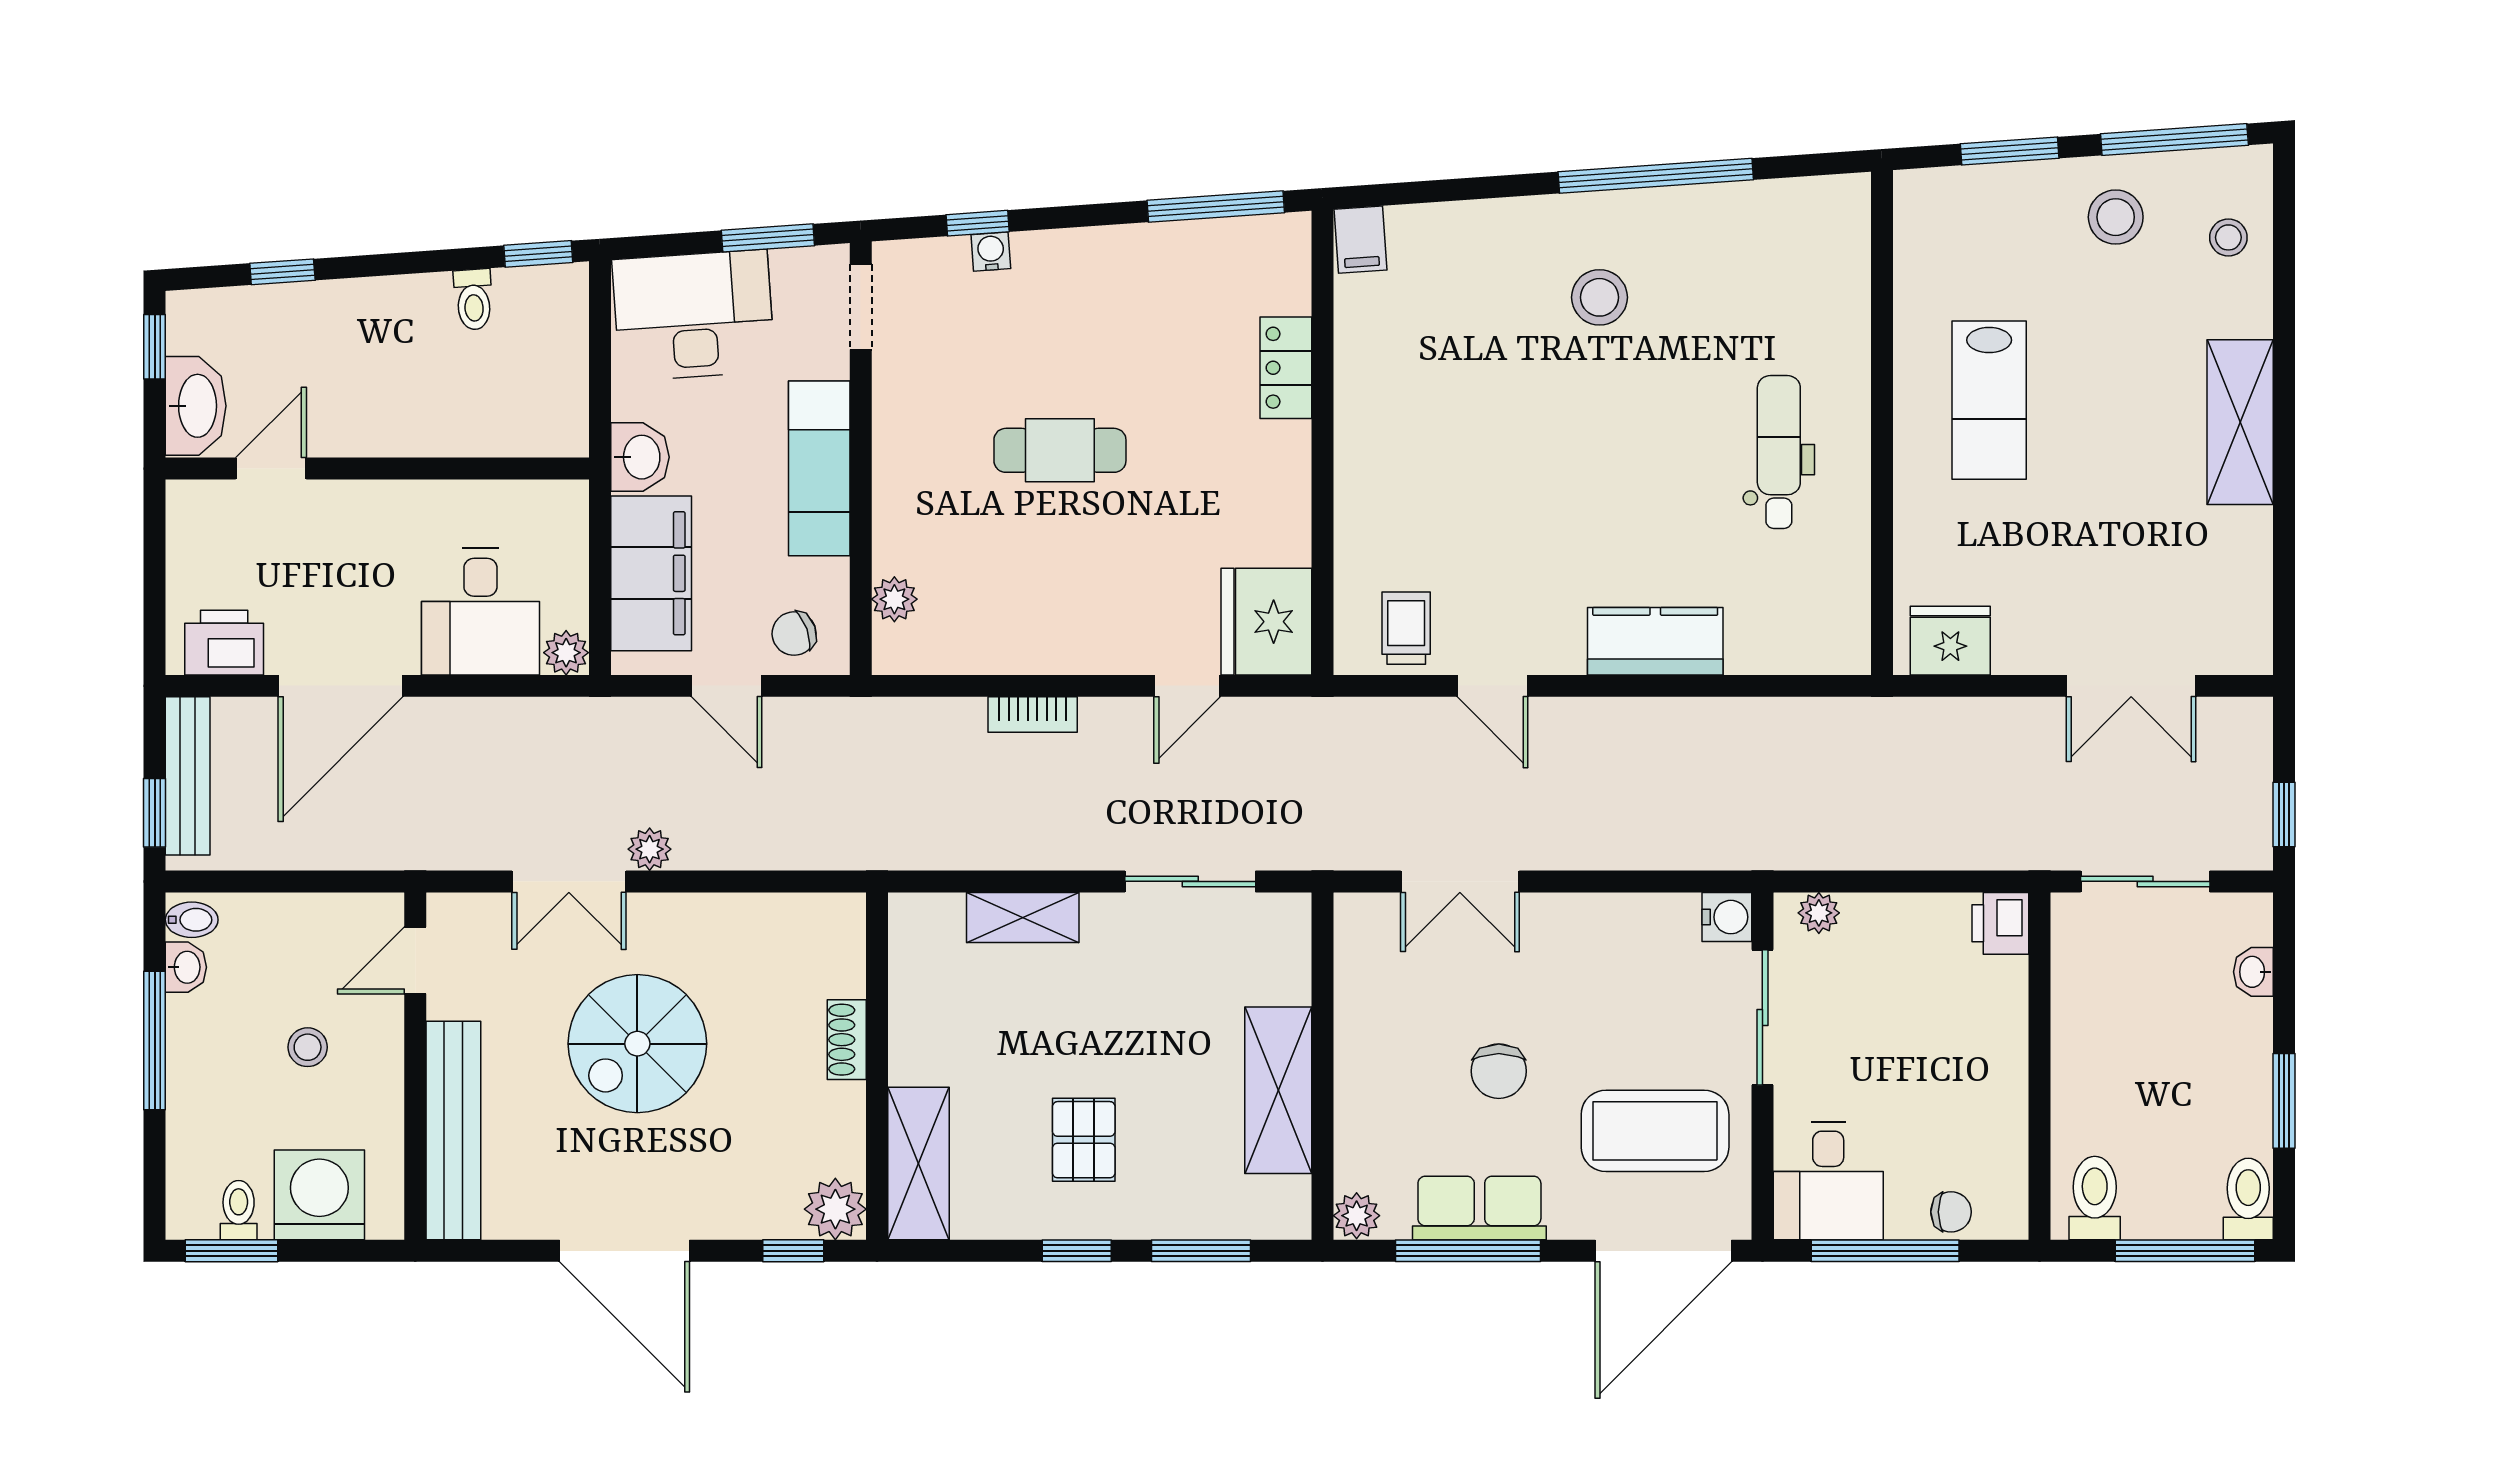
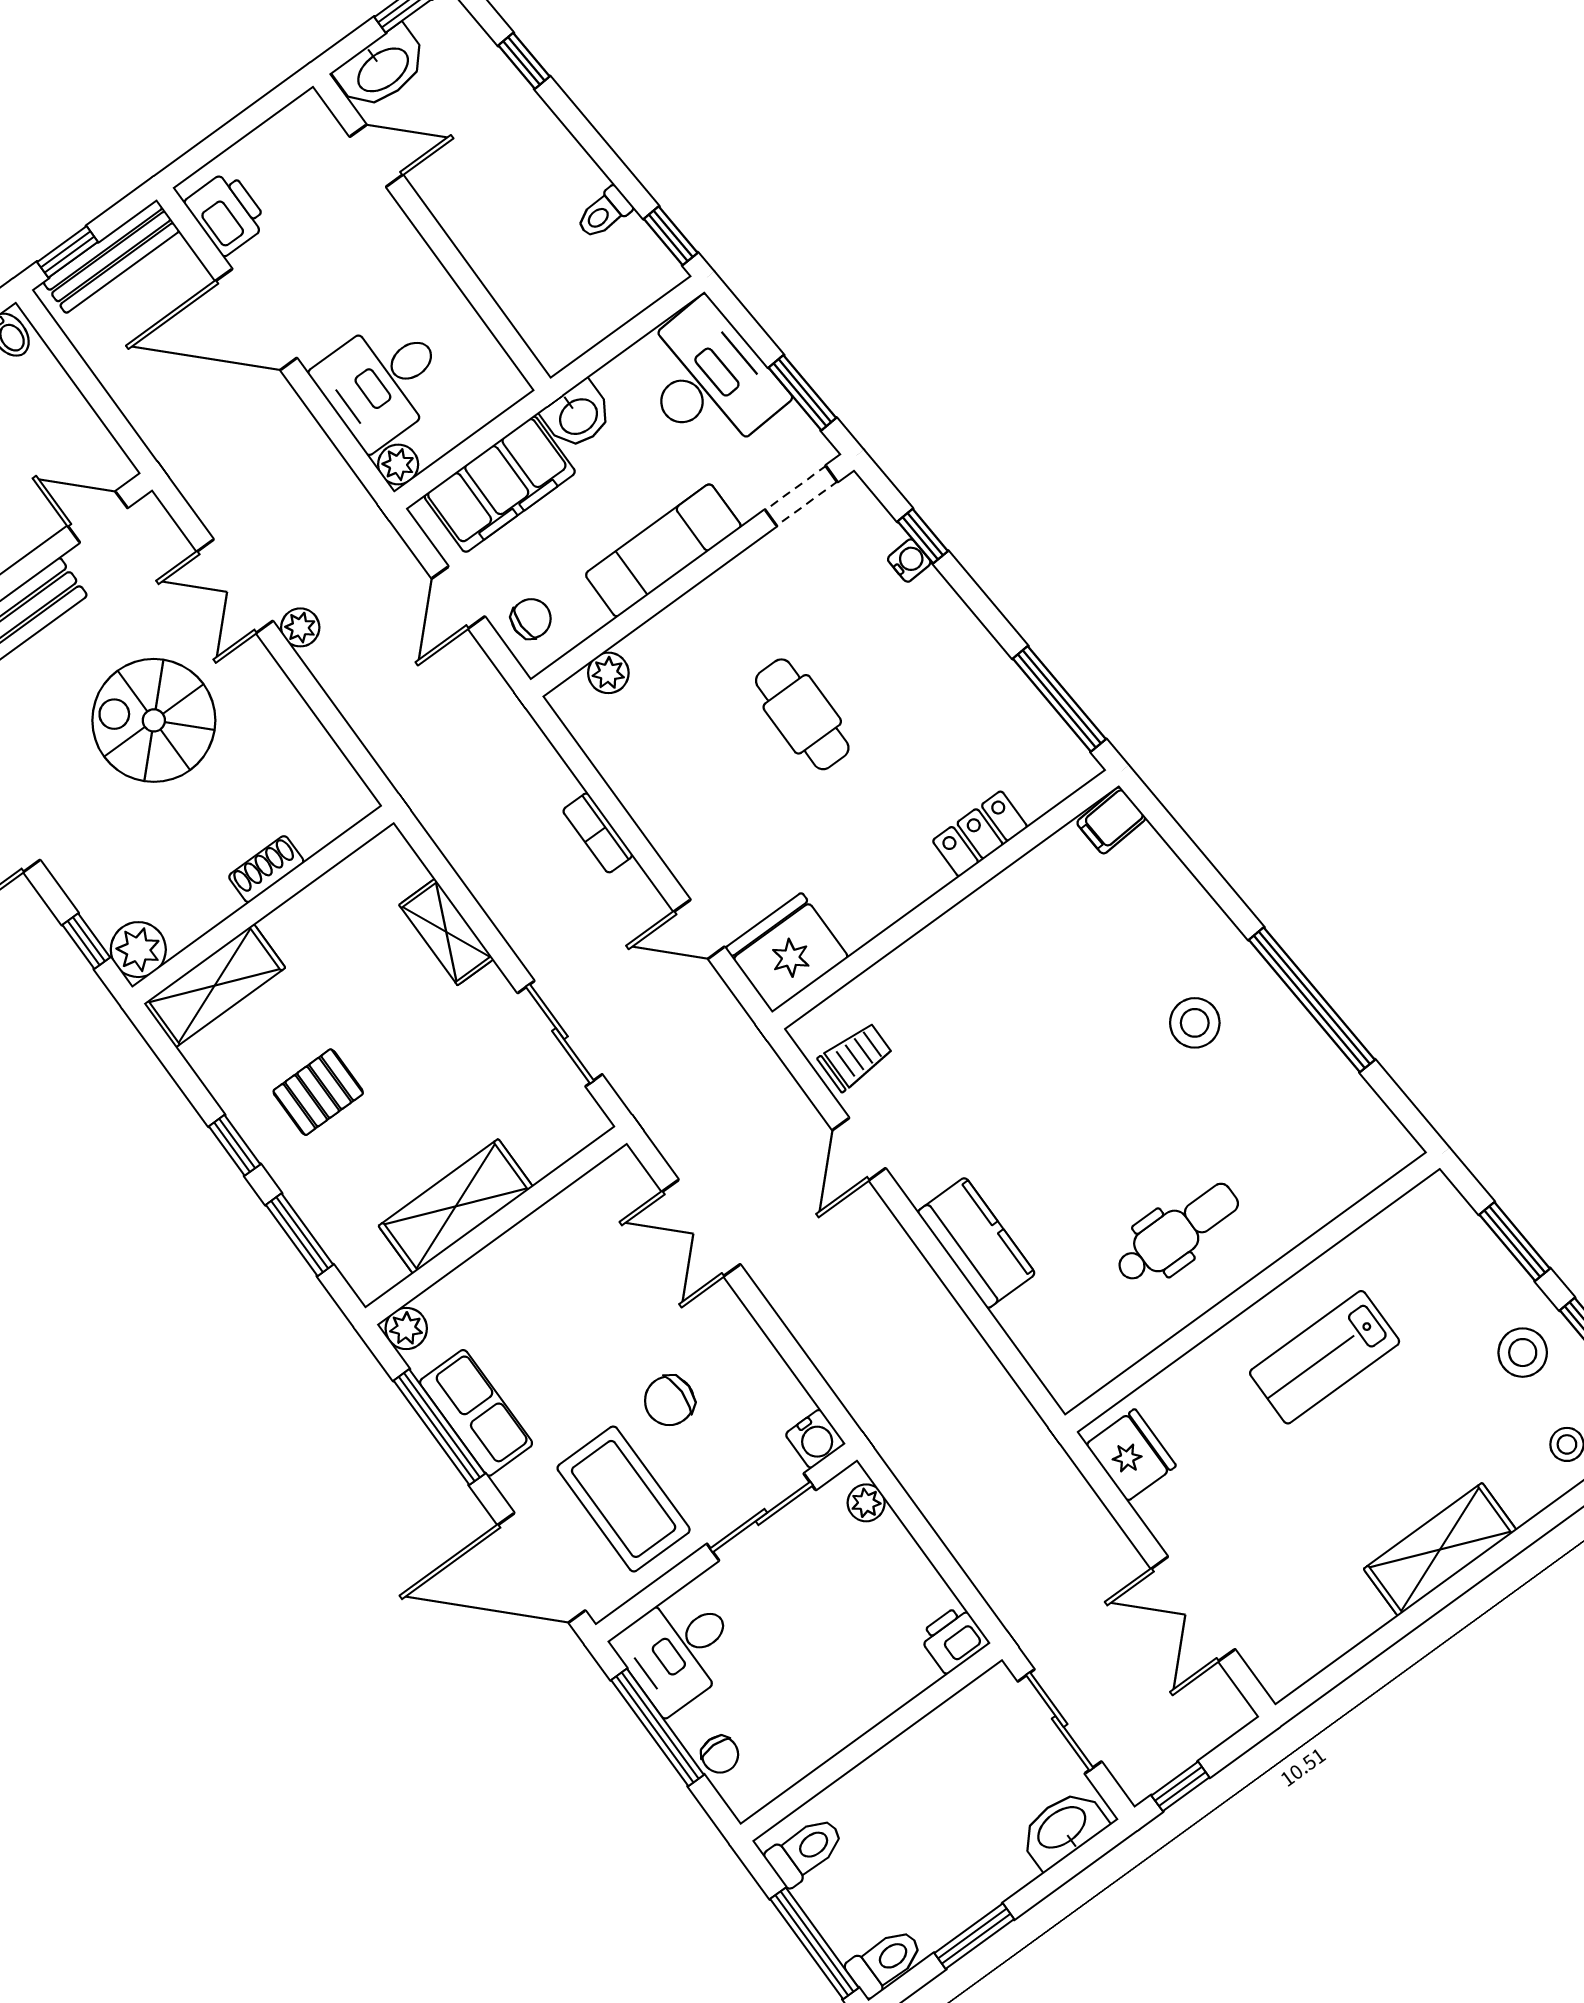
chair: (794, 634) -> (531, 619), turned 110
washbasin: (2253, 972) -> (1063, 1829), width x1.91, depth x1.45
chair: (1499, 1071) -> (669, 1401), moved

